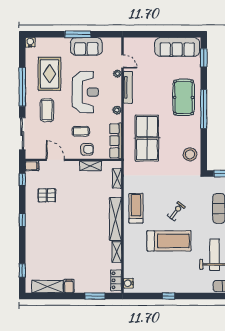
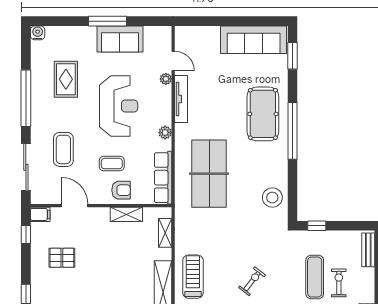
rug: (49, 74) -> (66, 79), width x0.73, depth x0.70
coffee table: (47, 110) -> (63, 149), moved

